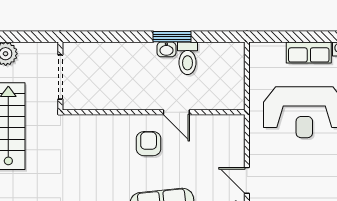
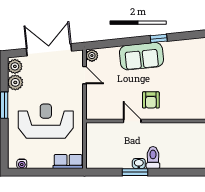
row of seats: (309, 52) -> (68, 161), moved
toilet: (187, 58) -> (153, 158), moved

